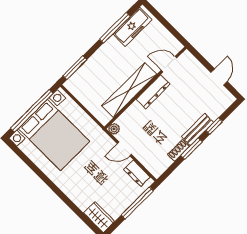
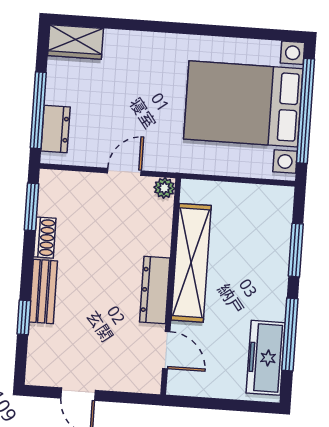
door: (169, 64) -> (166, 350), hinge flipped
window: (75, 68) -> (296, 250), moved
window: (191, 149) -> (32, 207), moved
dresser: (137, 173) -> (56, 129), moved, turned 90

